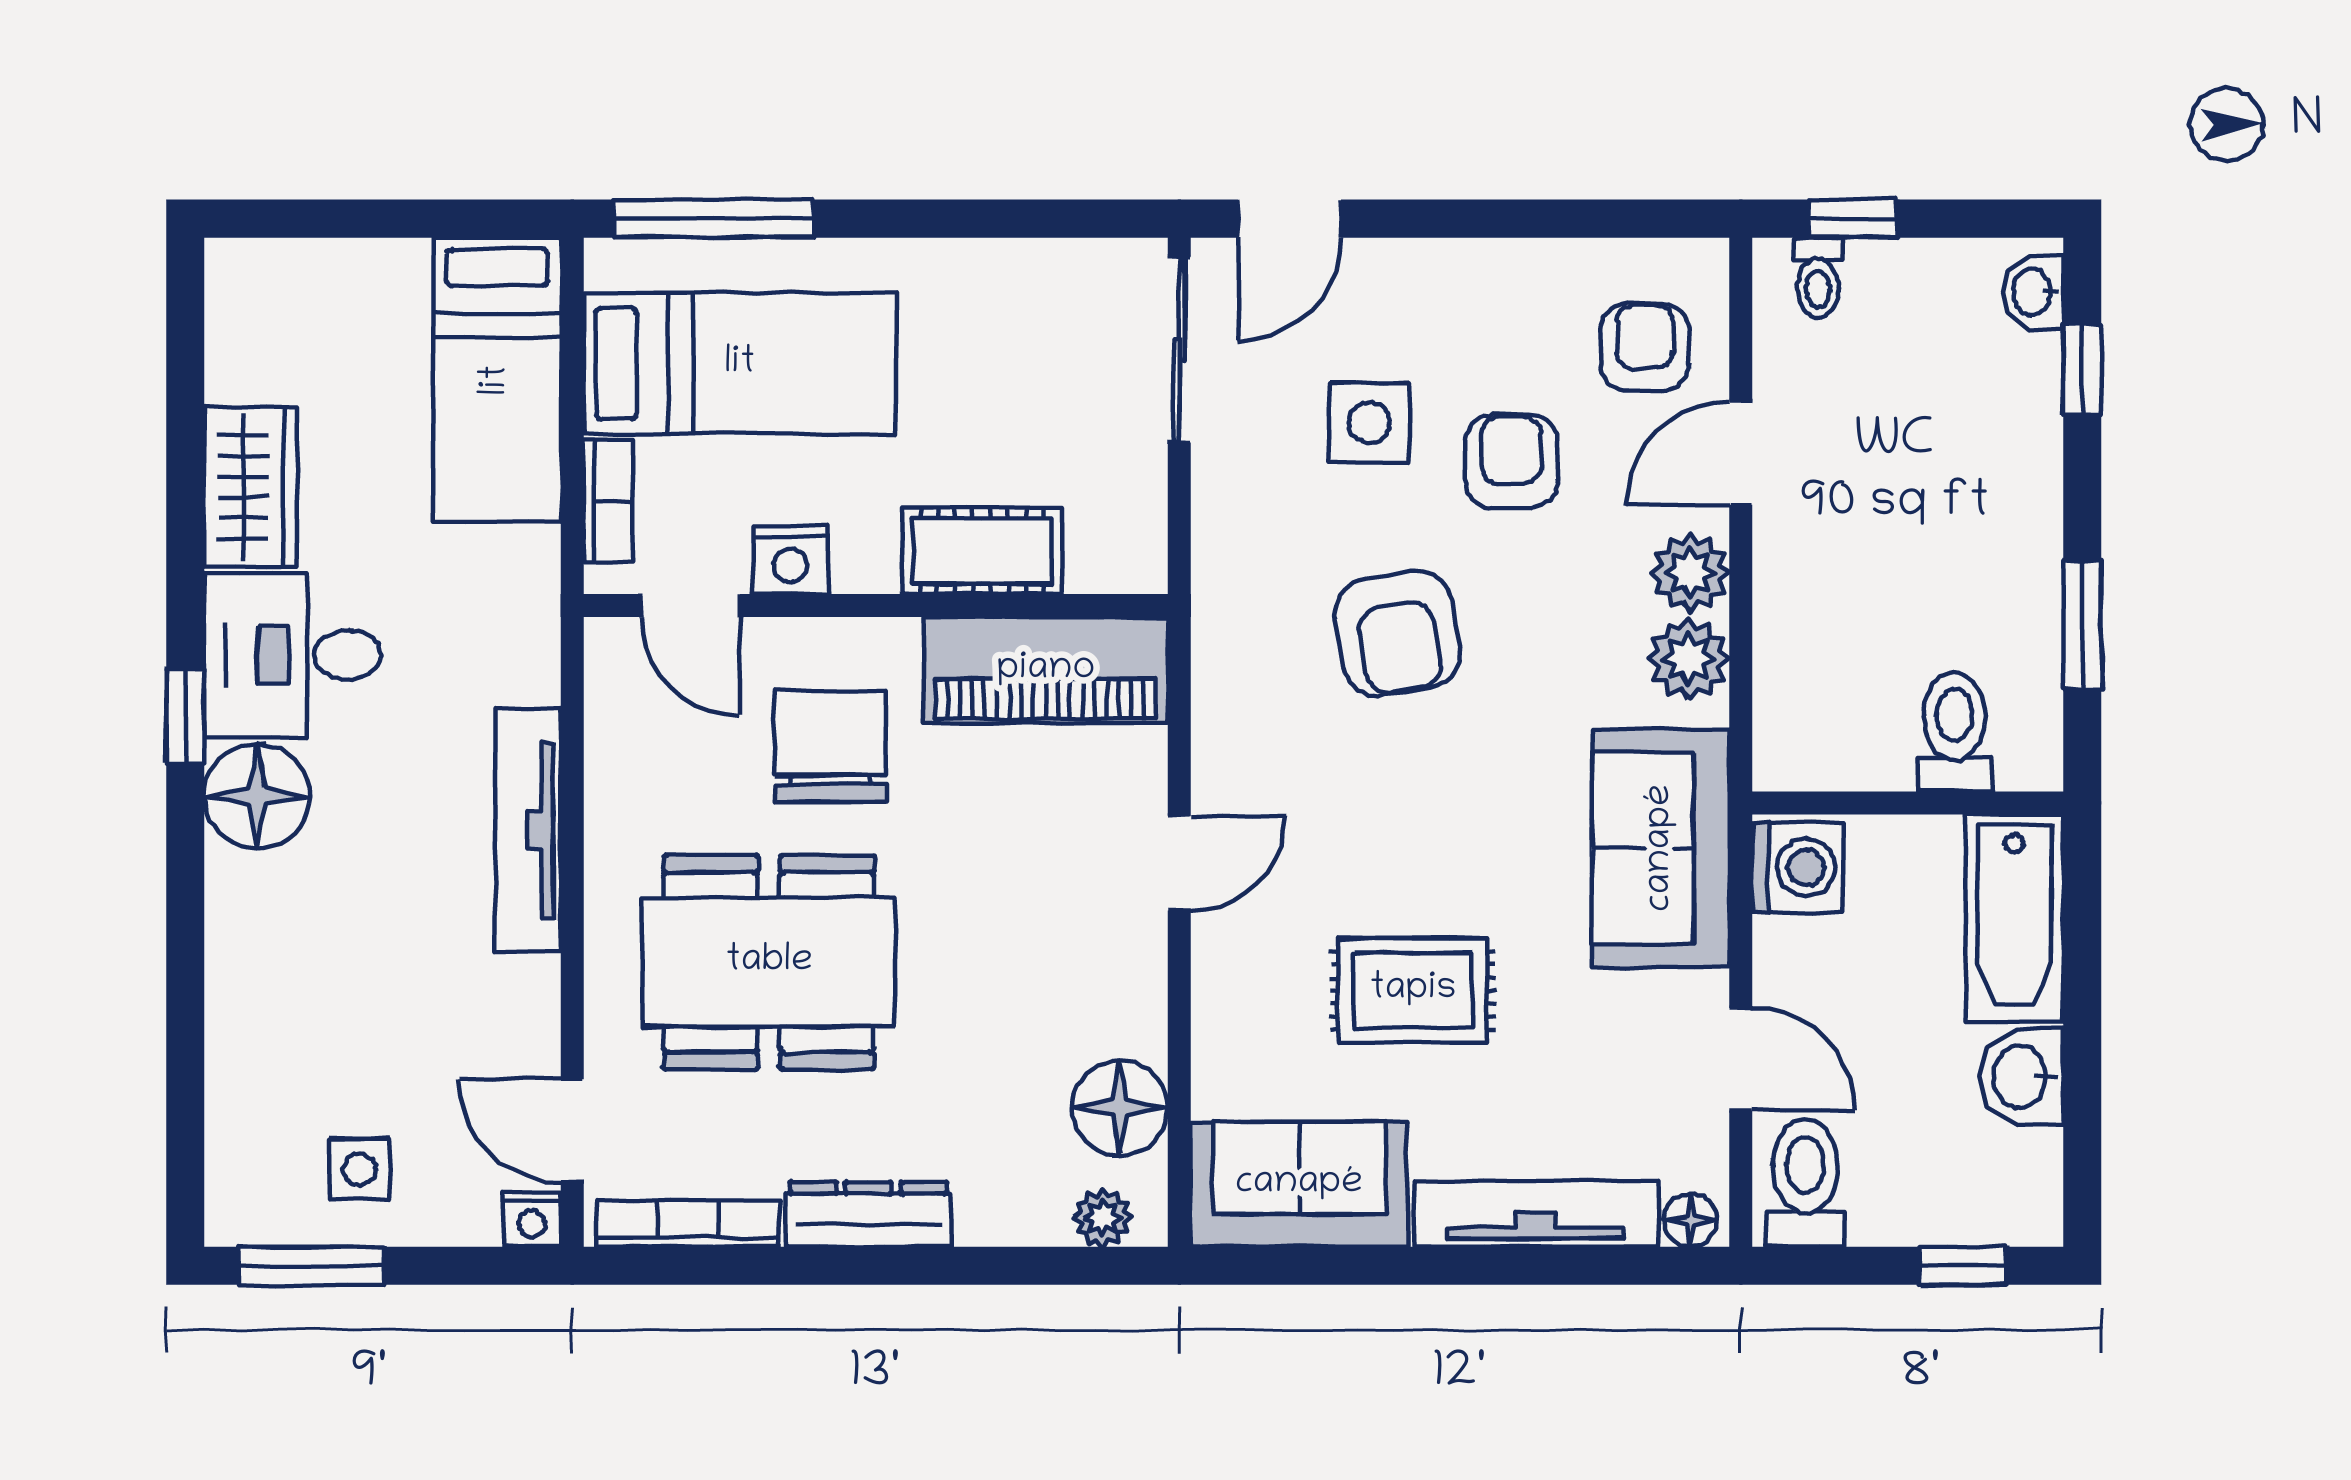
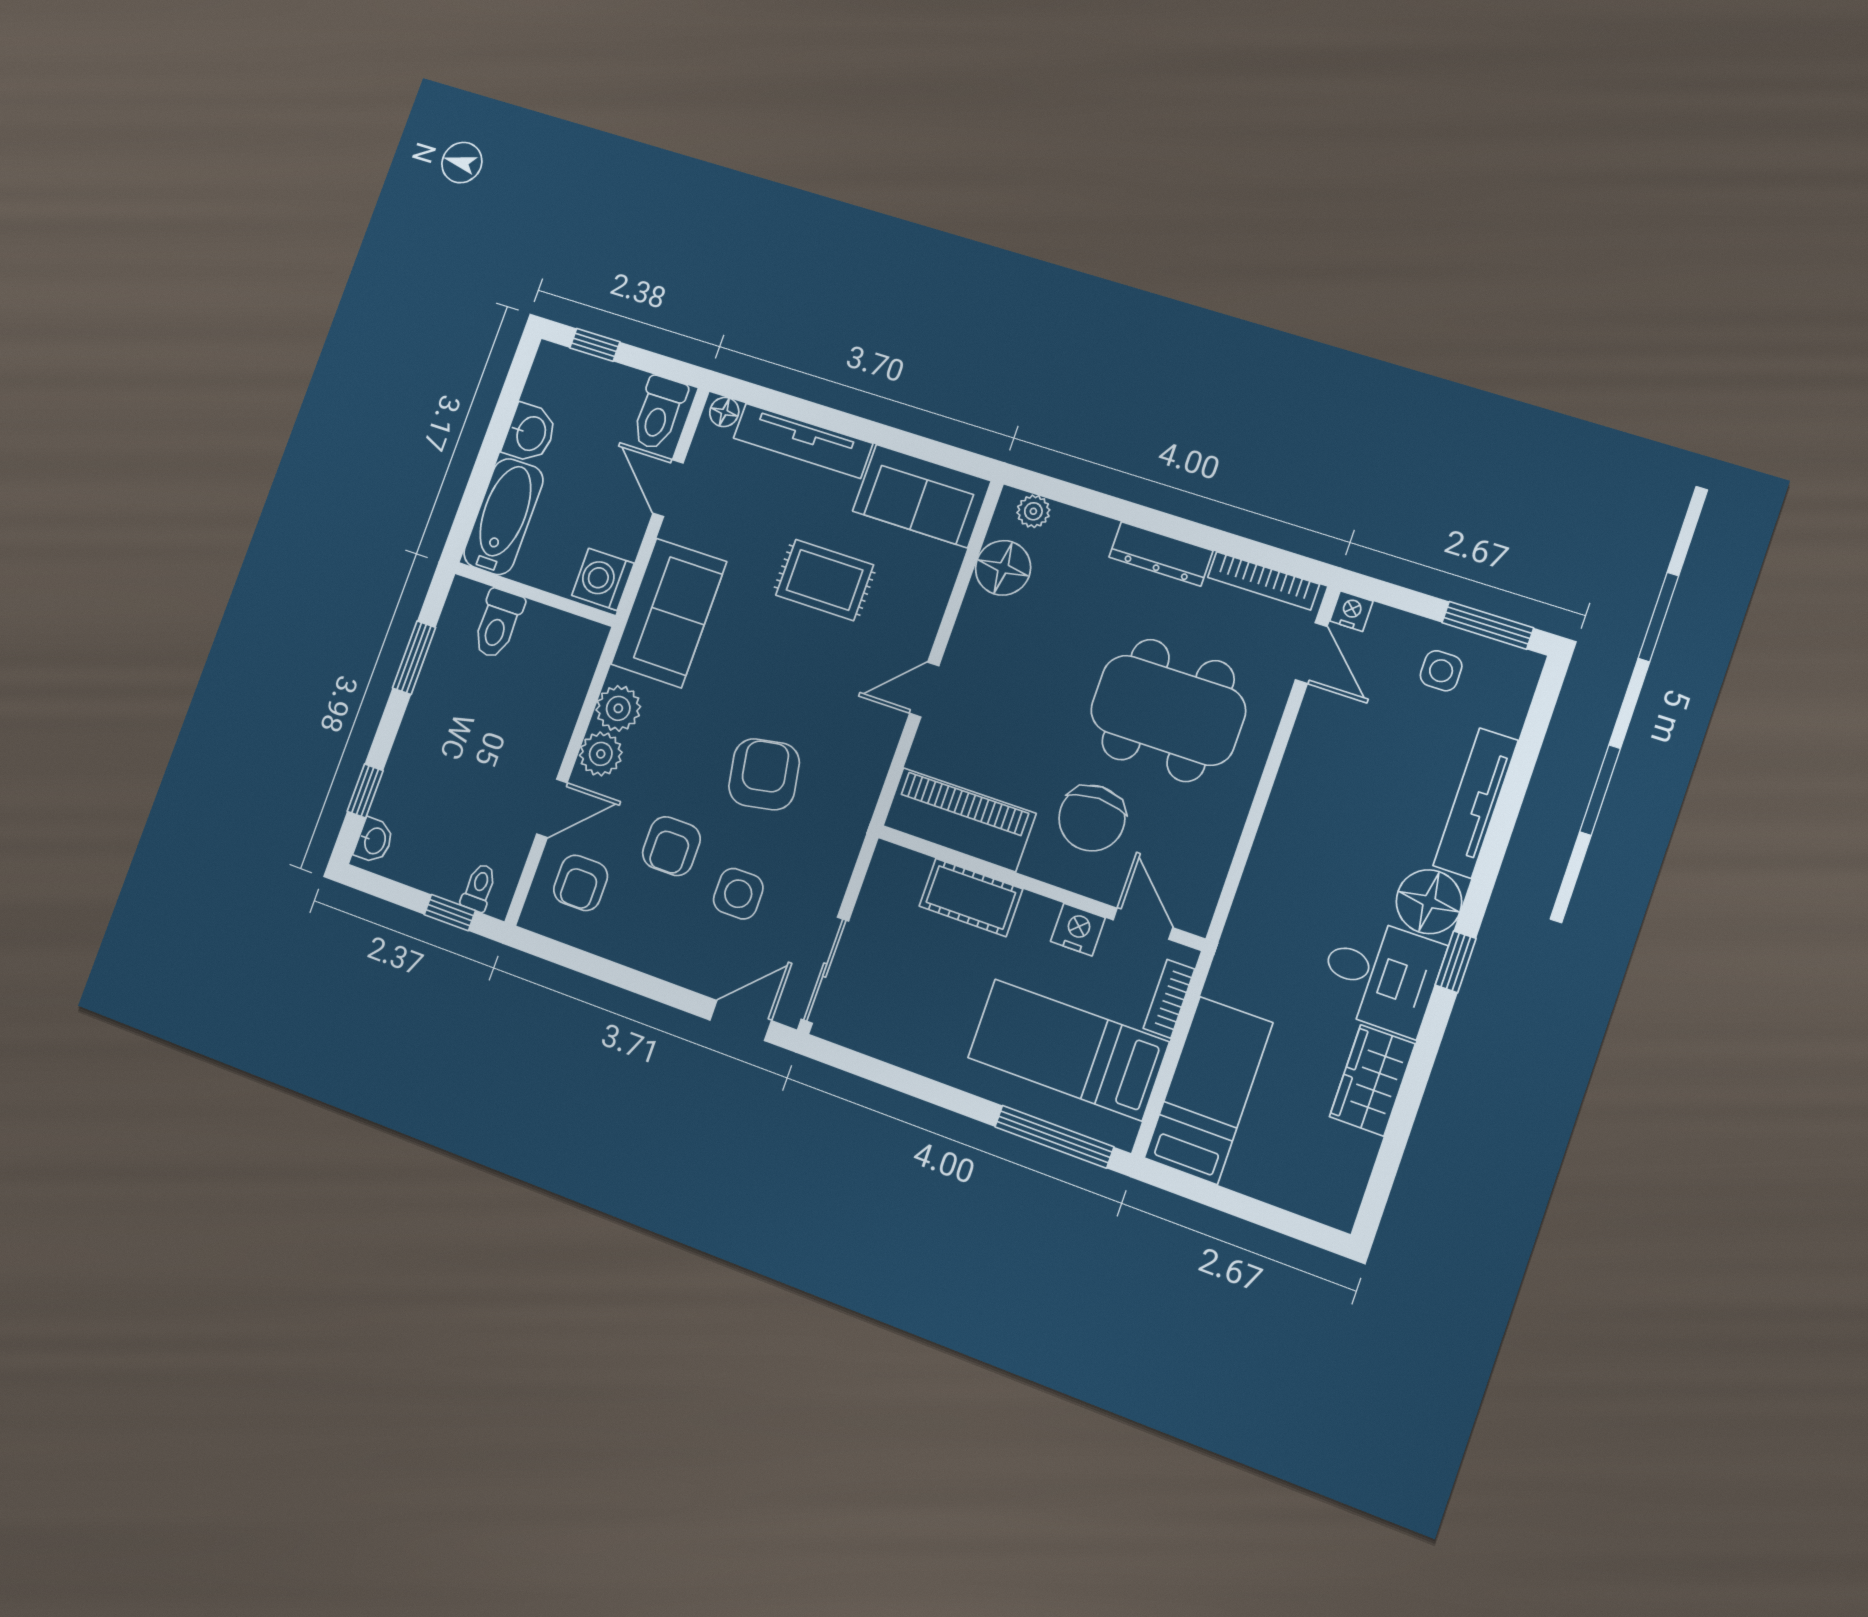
tv unit: (528, 830) -> (1476, 803), moved, turned 180

